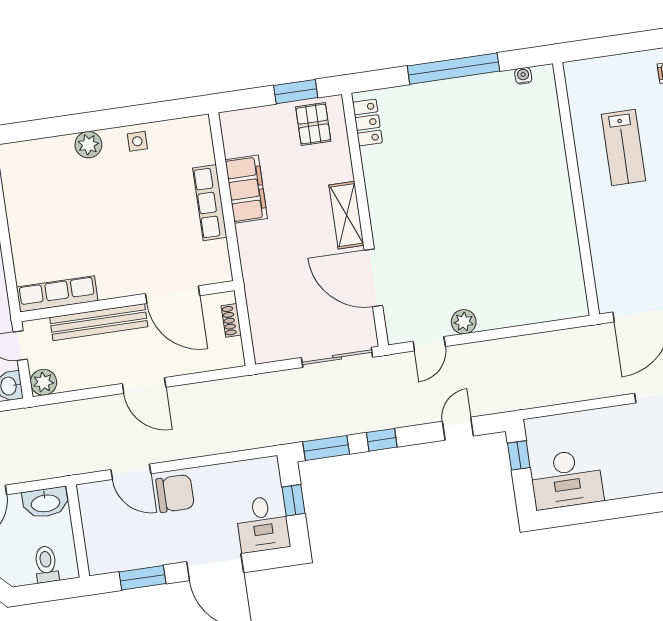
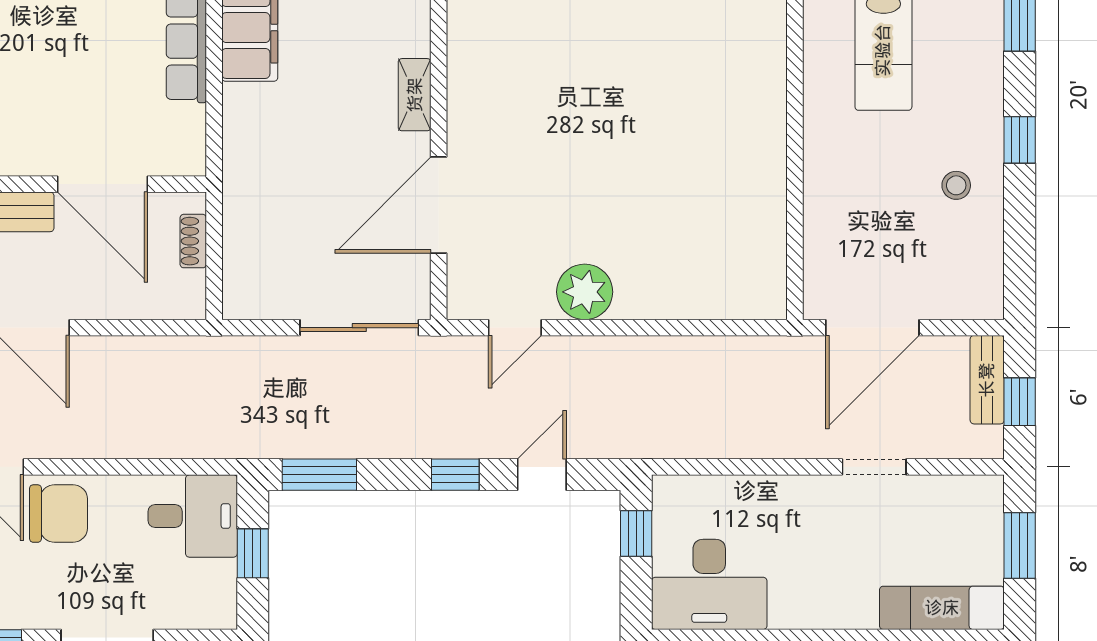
shelving: (346, 215) -> (415, 95), width x0.67, depth x0.75
door: (373, 278) -> (439, 205), hinge flipped
plant: (464, 322) -> (585, 292), width x1.36, depth x1.36
window: (382, 440) -> (455, 475), moved
desk: (263, 524) -> (193, 516), moved, turned -90

